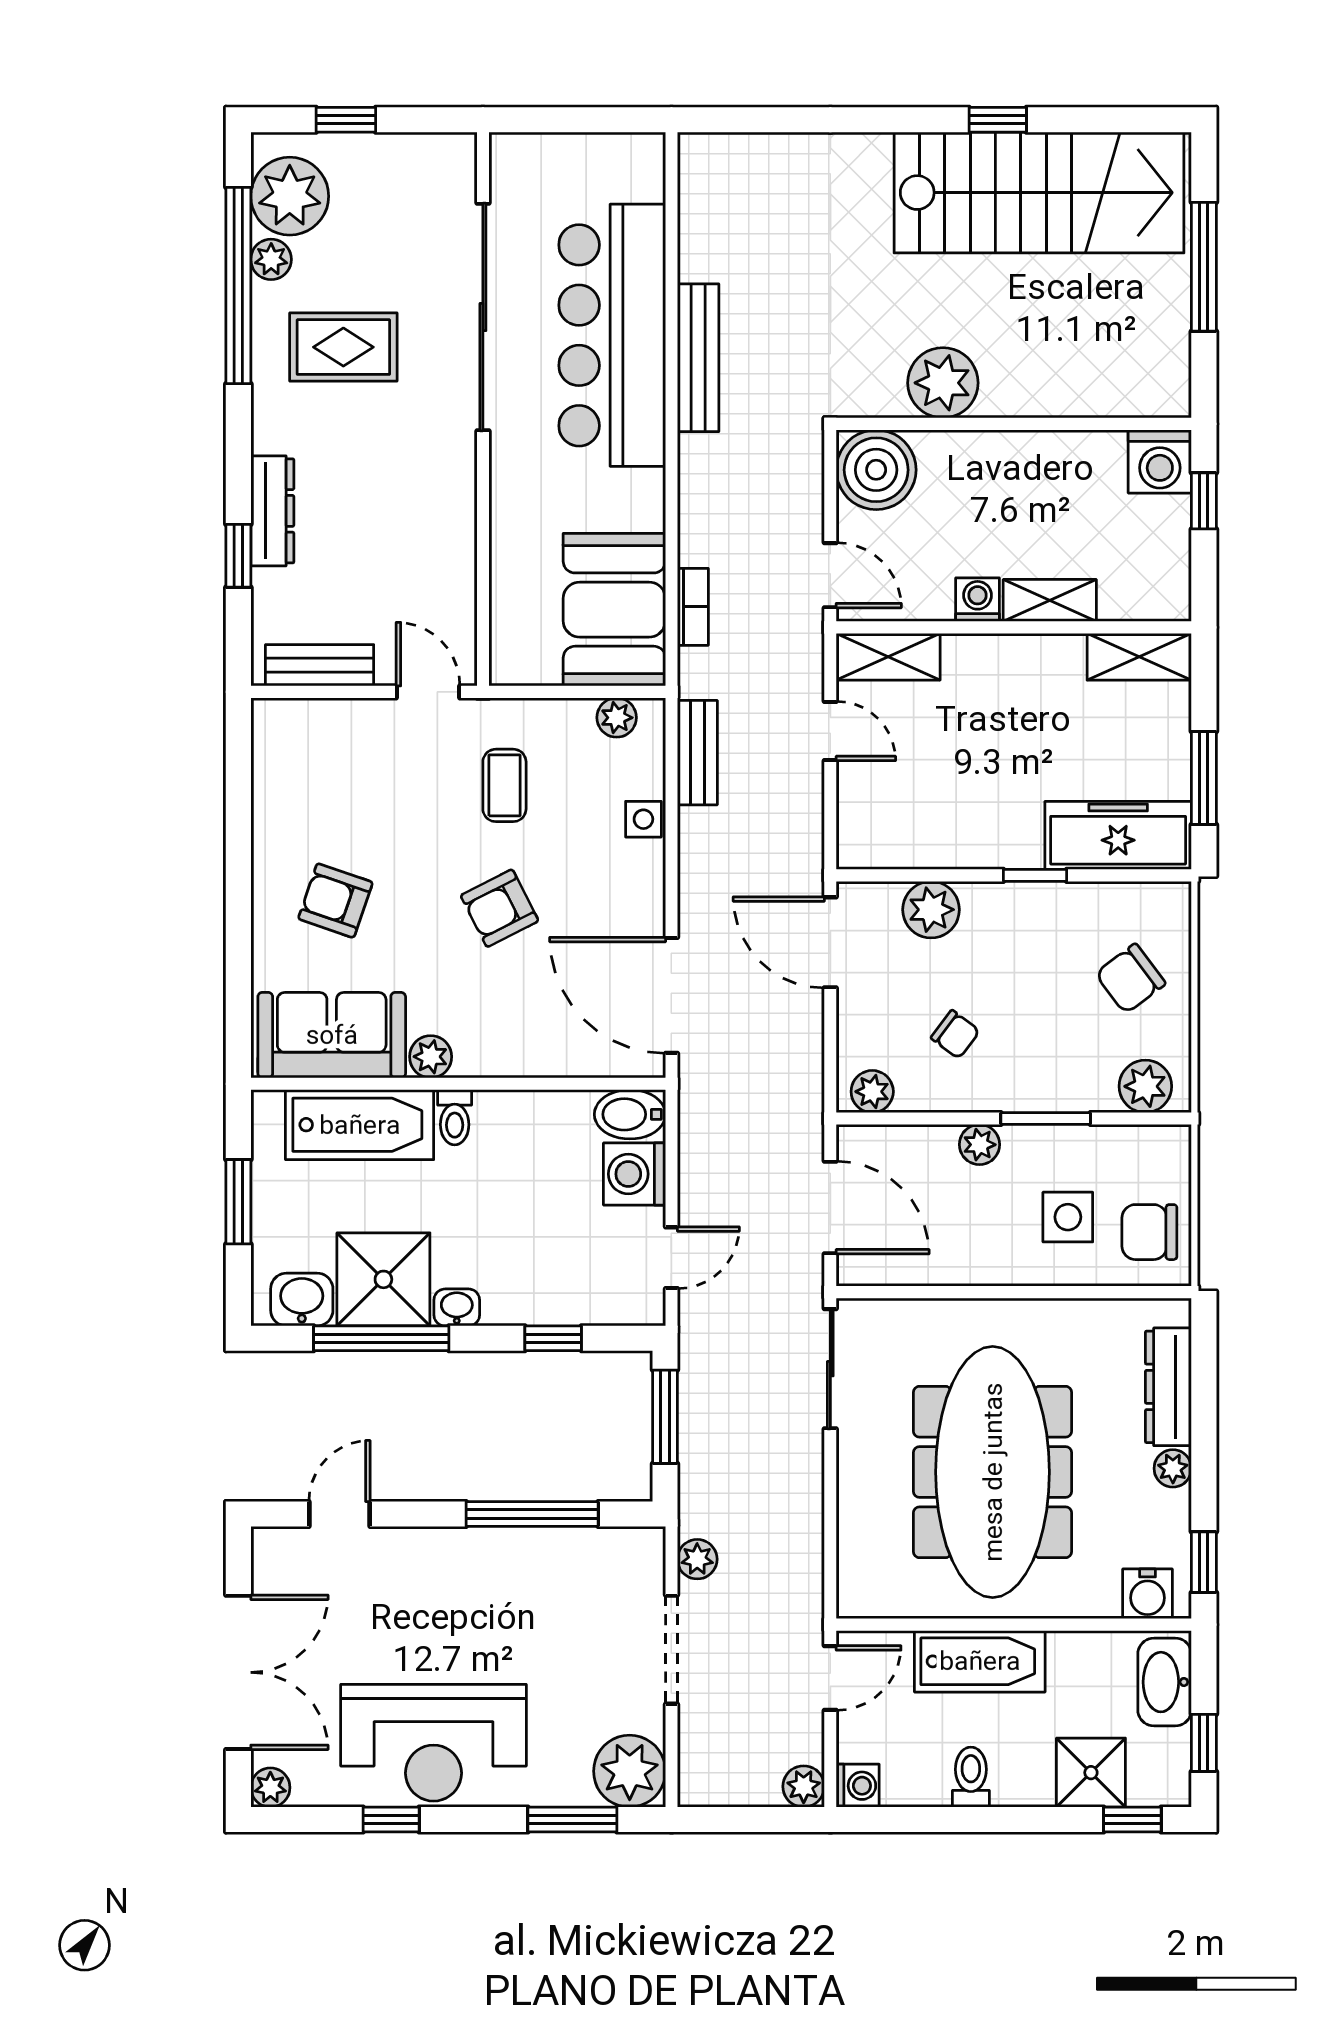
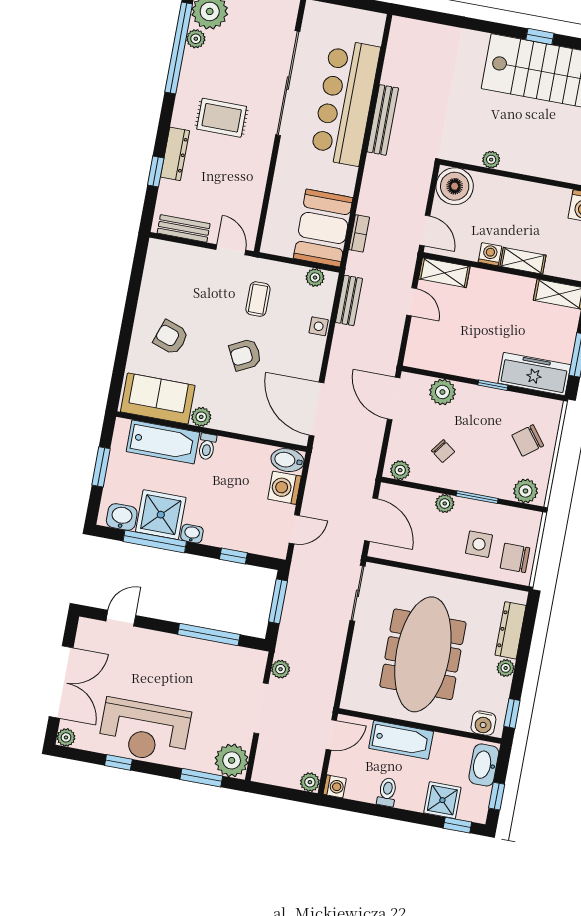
rug: (343, 347) -> (222, 118), moved
plant: (943, 383) -> (491, 160), width x0.53, depth x0.53

